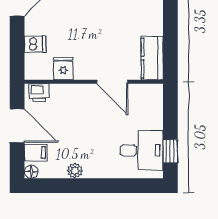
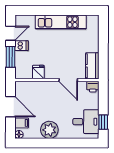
window: (17, 44) -> (11, 57), added
dishwasher: (35, 44) -> (22, 46), moved
printer: (39, 93) -> (93, 87), moved
plant: (75, 171) -> (49, 130), width x1.88, depth x1.88

